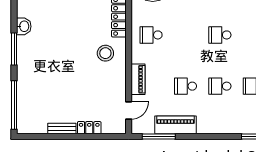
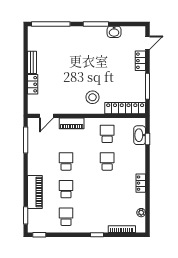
school desk: (220, 35) -> (107, 161), moved
door: (129, 110) -> (47, 116), hinge flipped
piano: (176, 125) -> (35, 192), moved

